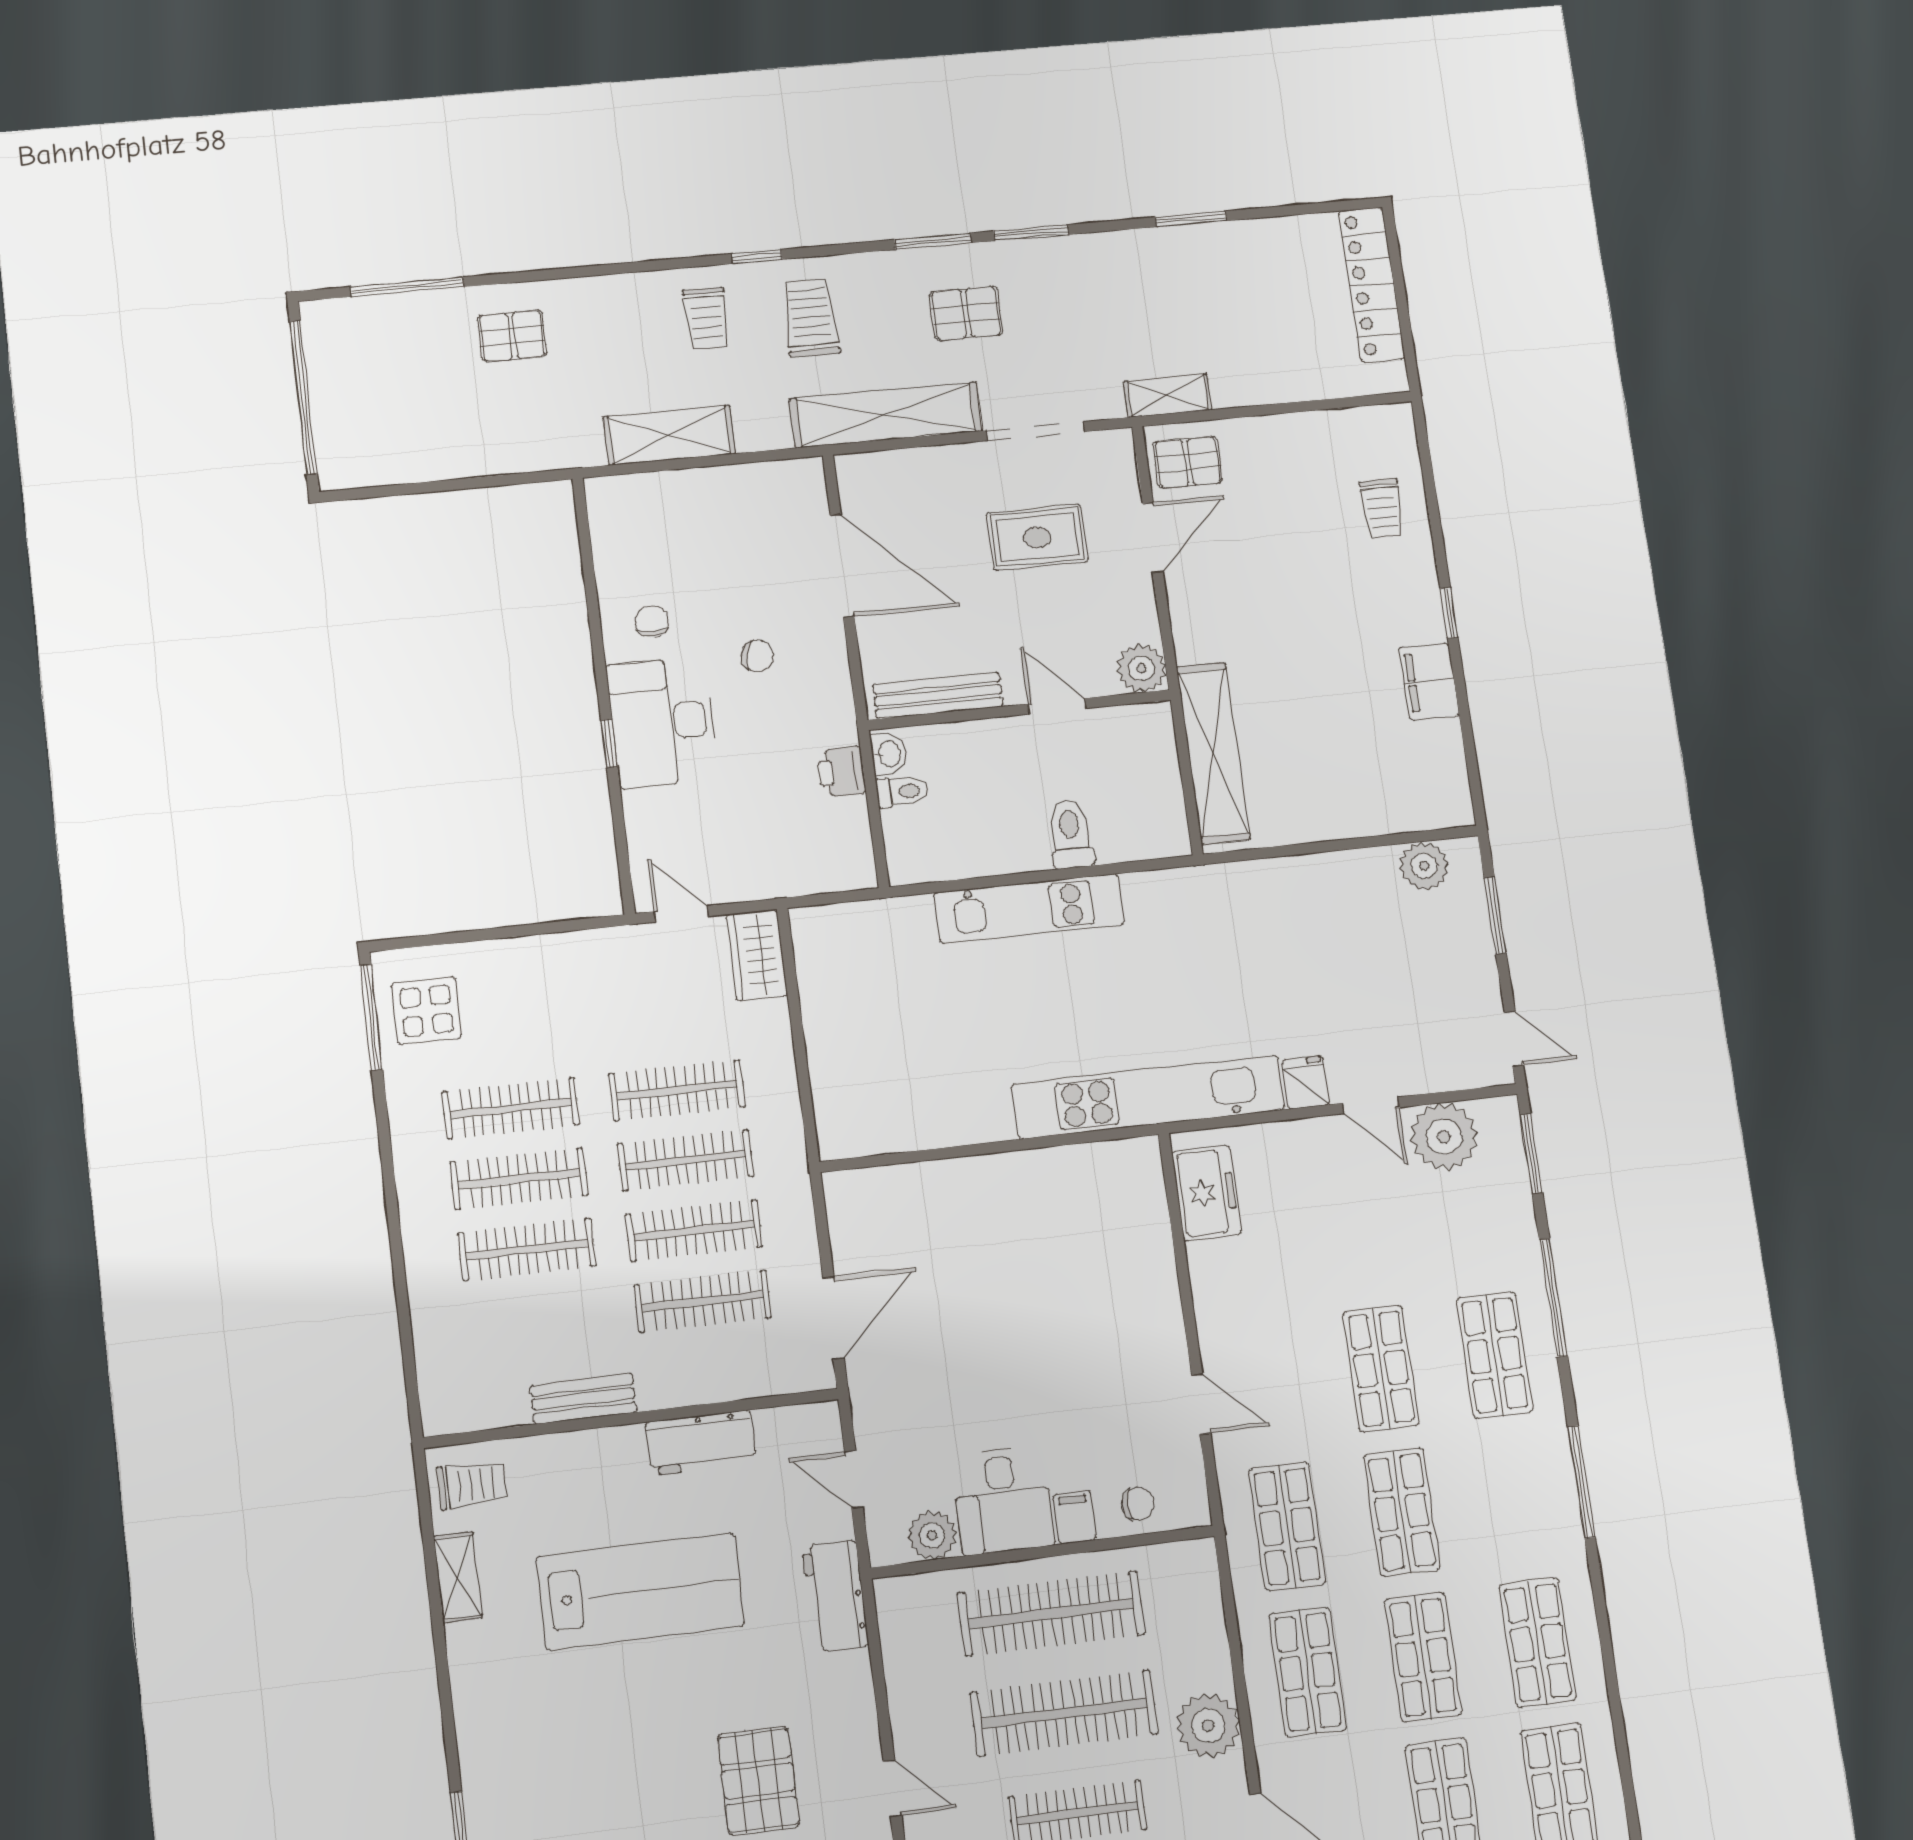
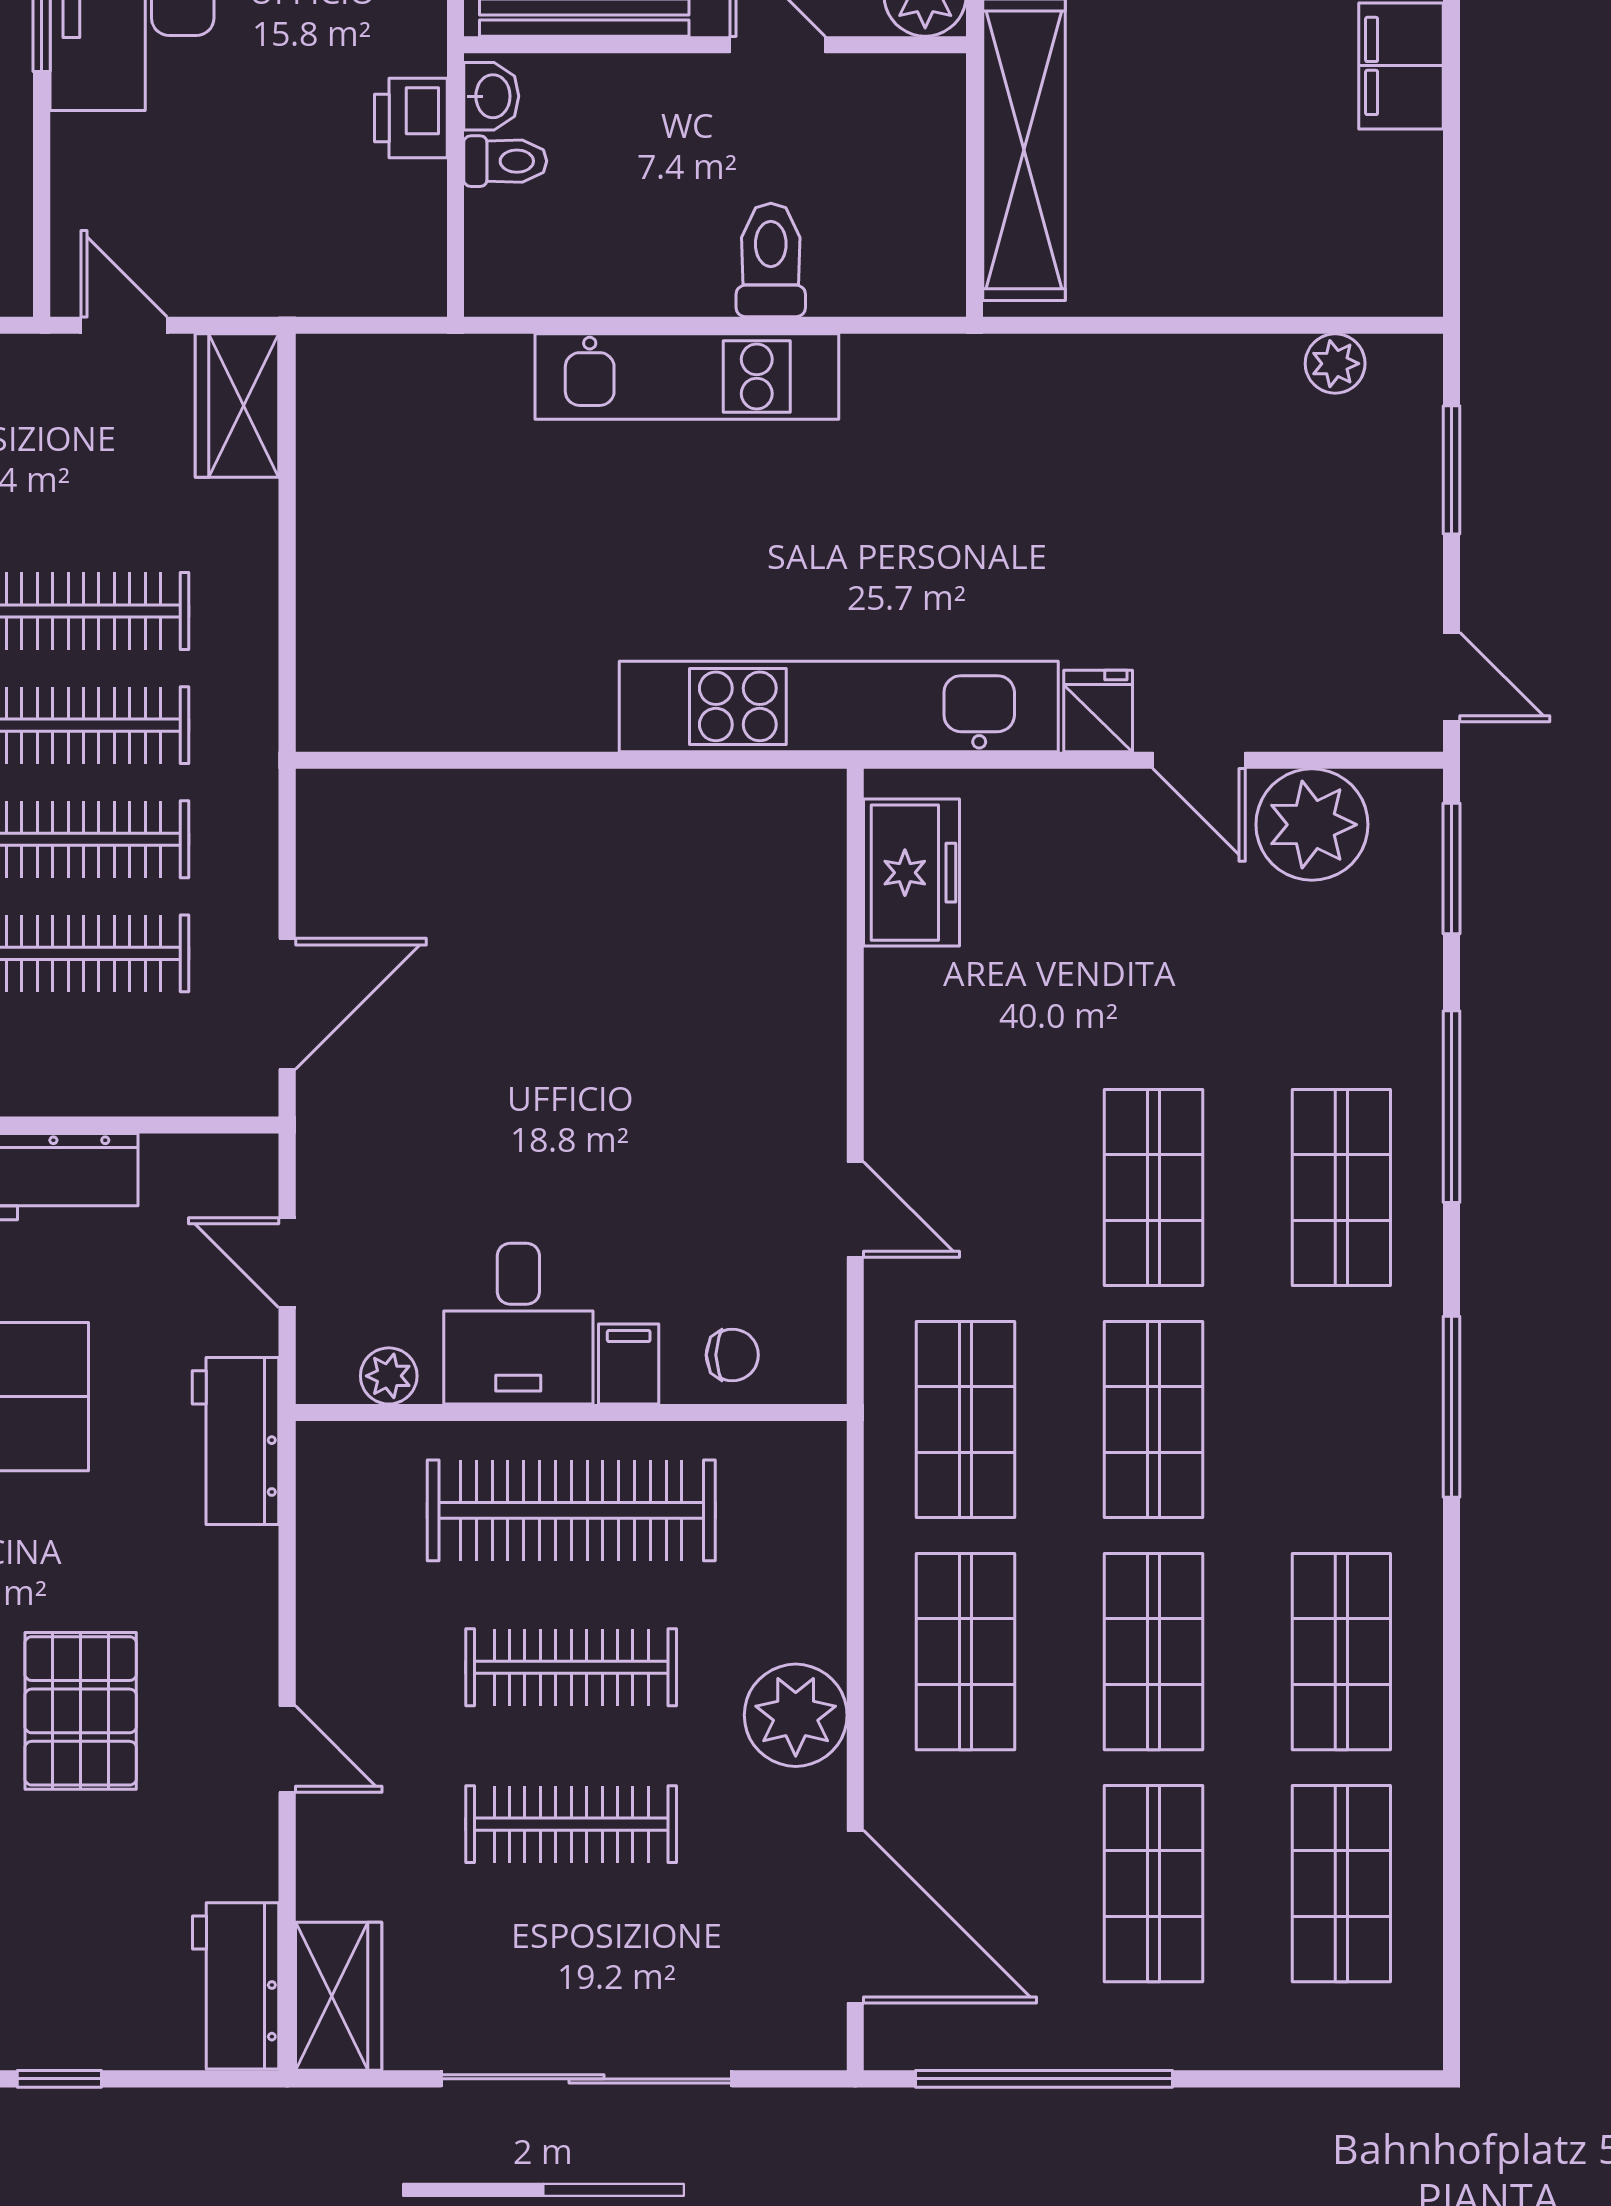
plant: (1424, 866) -> (1335, 364), width x0.73, depth x0.73
plant: (932, 1535) -> (389, 1376), width x0.73, depth x0.73
clothes rail: (1064, 1713) -> (571, 1667), width x0.73, depth x0.76

